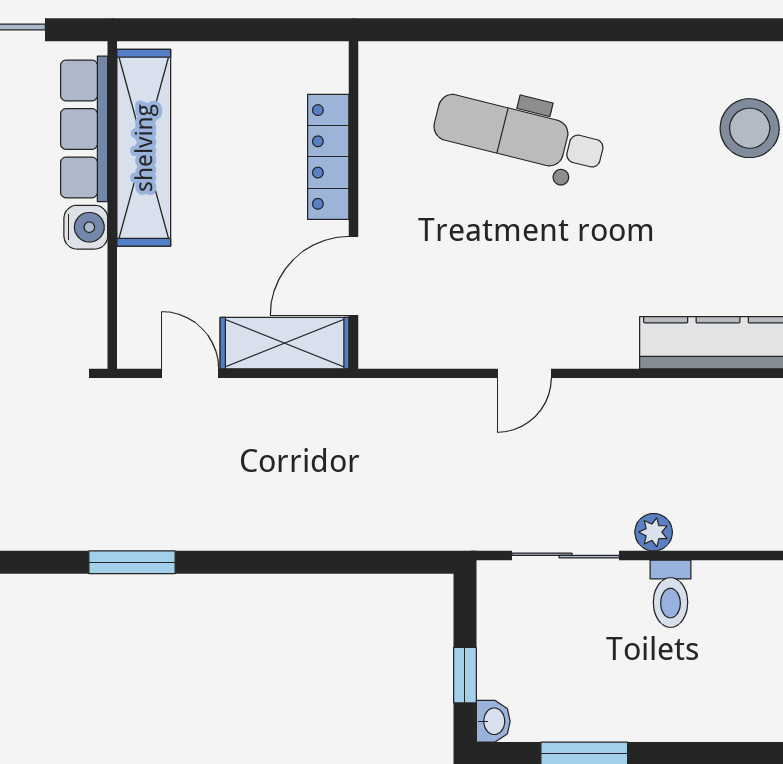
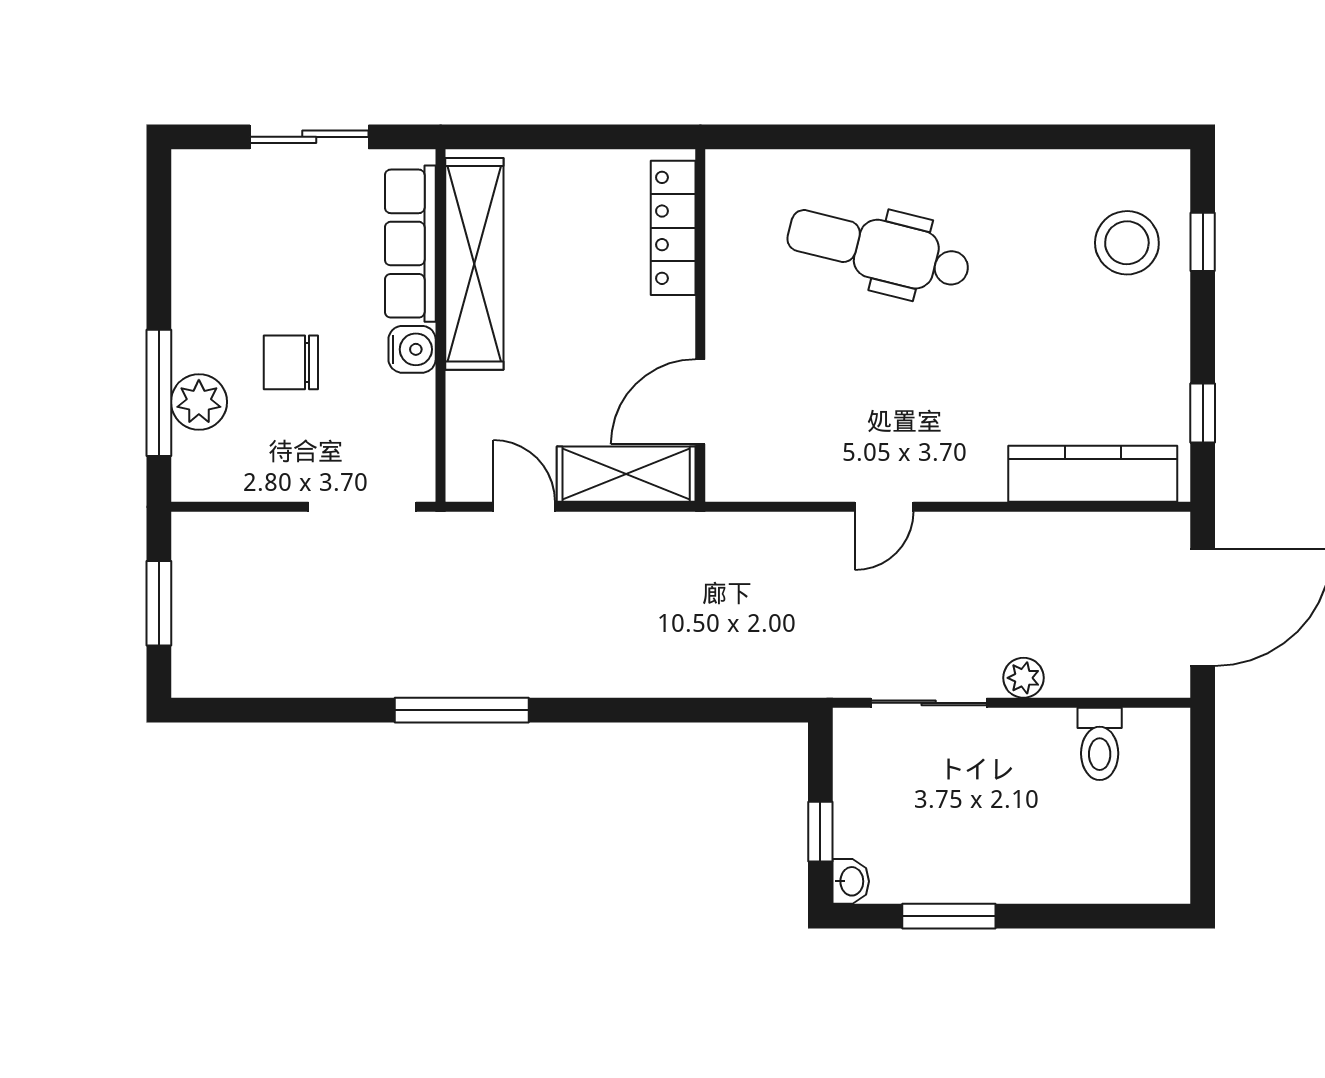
locker: (328, 157) -> (673, 228), moved
window: (132, 562) -> (462, 710), width x1.44
toilet: (670, 594) -> (1100, 744), moved

